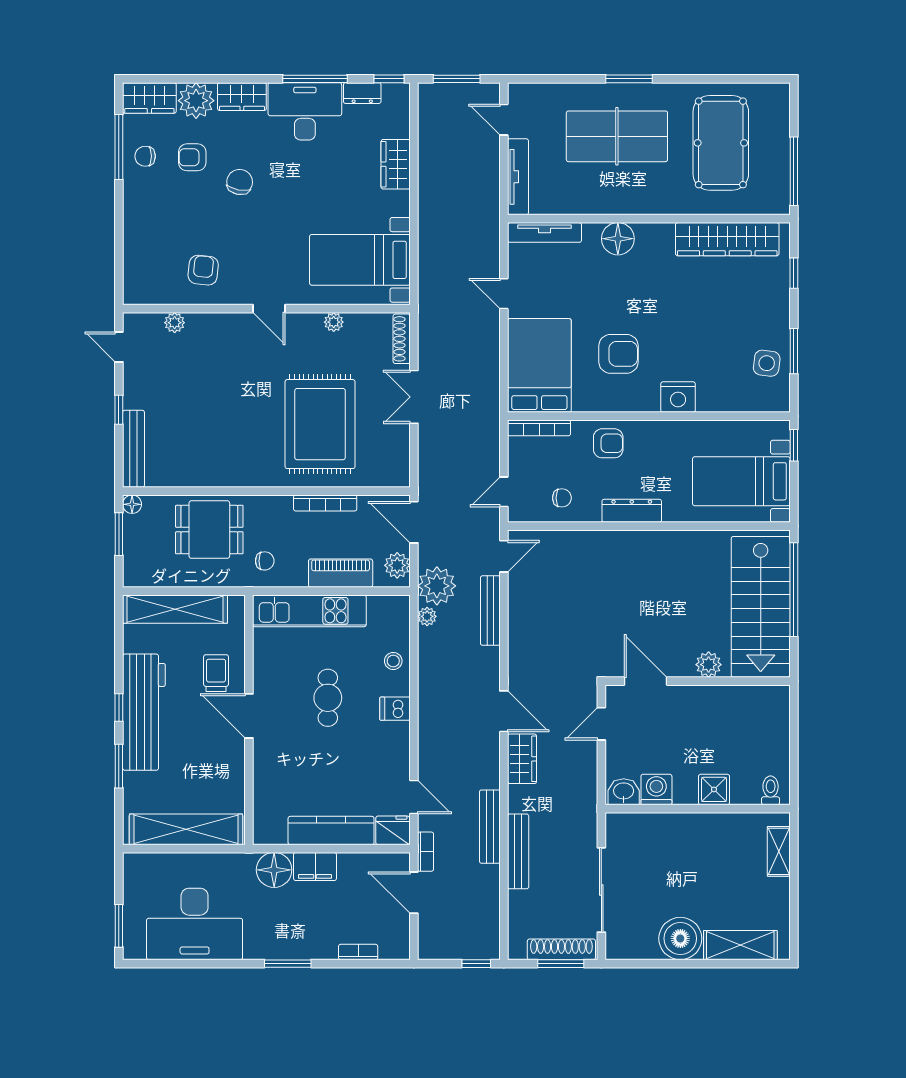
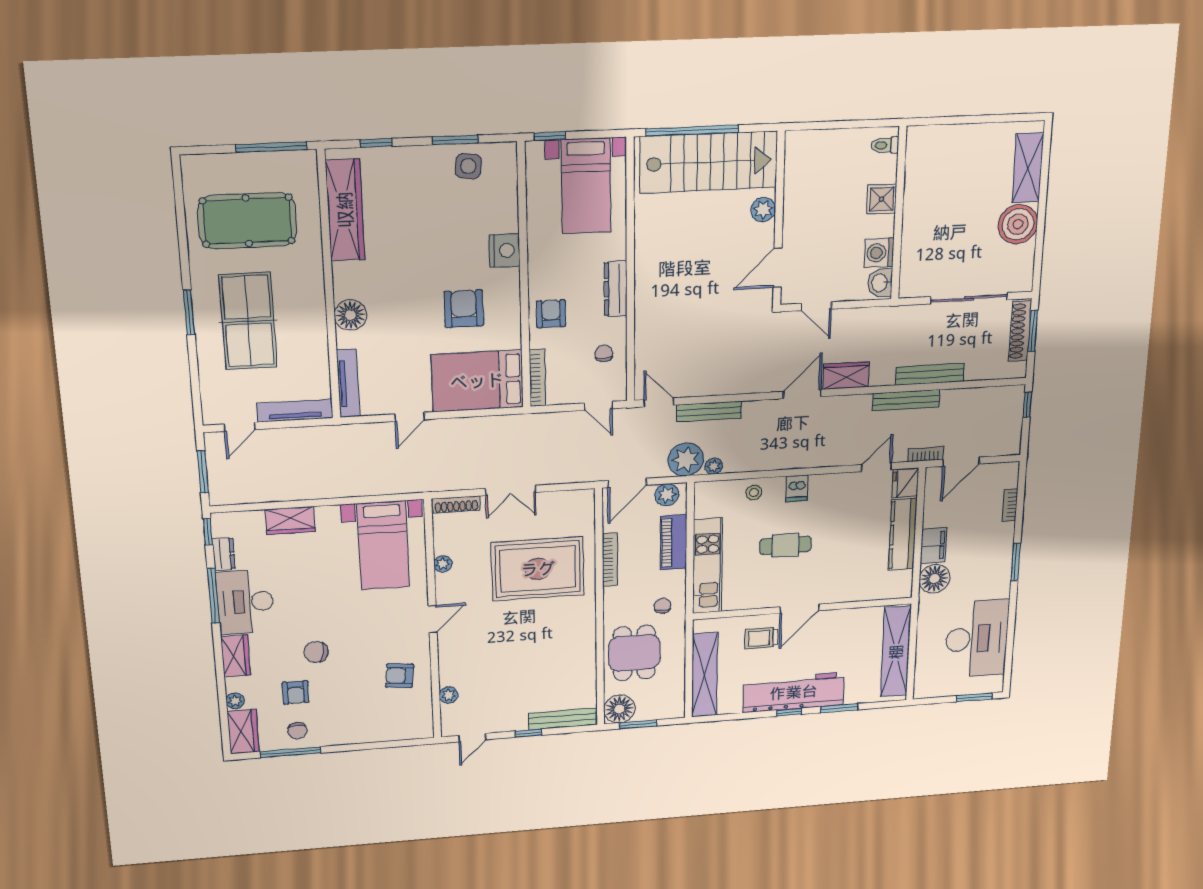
plant: (196, 101) -> (235, 701), width x0.53, depth x0.53
floor lamp: (132, 504) -> (619, 709), width x1.89, depth x1.89
shelving: (779, 851) -> (943, 135), removed

